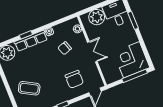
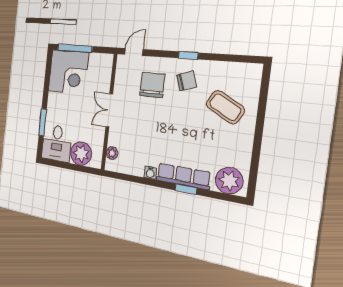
chair: (65, 48) -> (186, 81), moved

